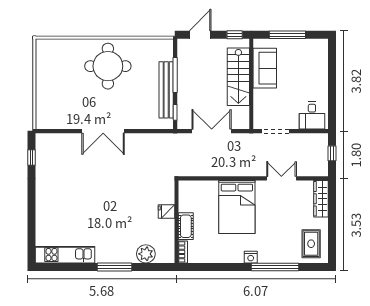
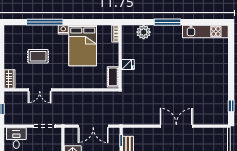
wardrobe: (321, 199) -> (9, 79), width x0.67
bed: (237, 207) -> (83, 45), moved, turned 180
cot: (186, 226) -> (113, 77), moved
rug: (311, 244) -> (38, 56), moved, turned 90

